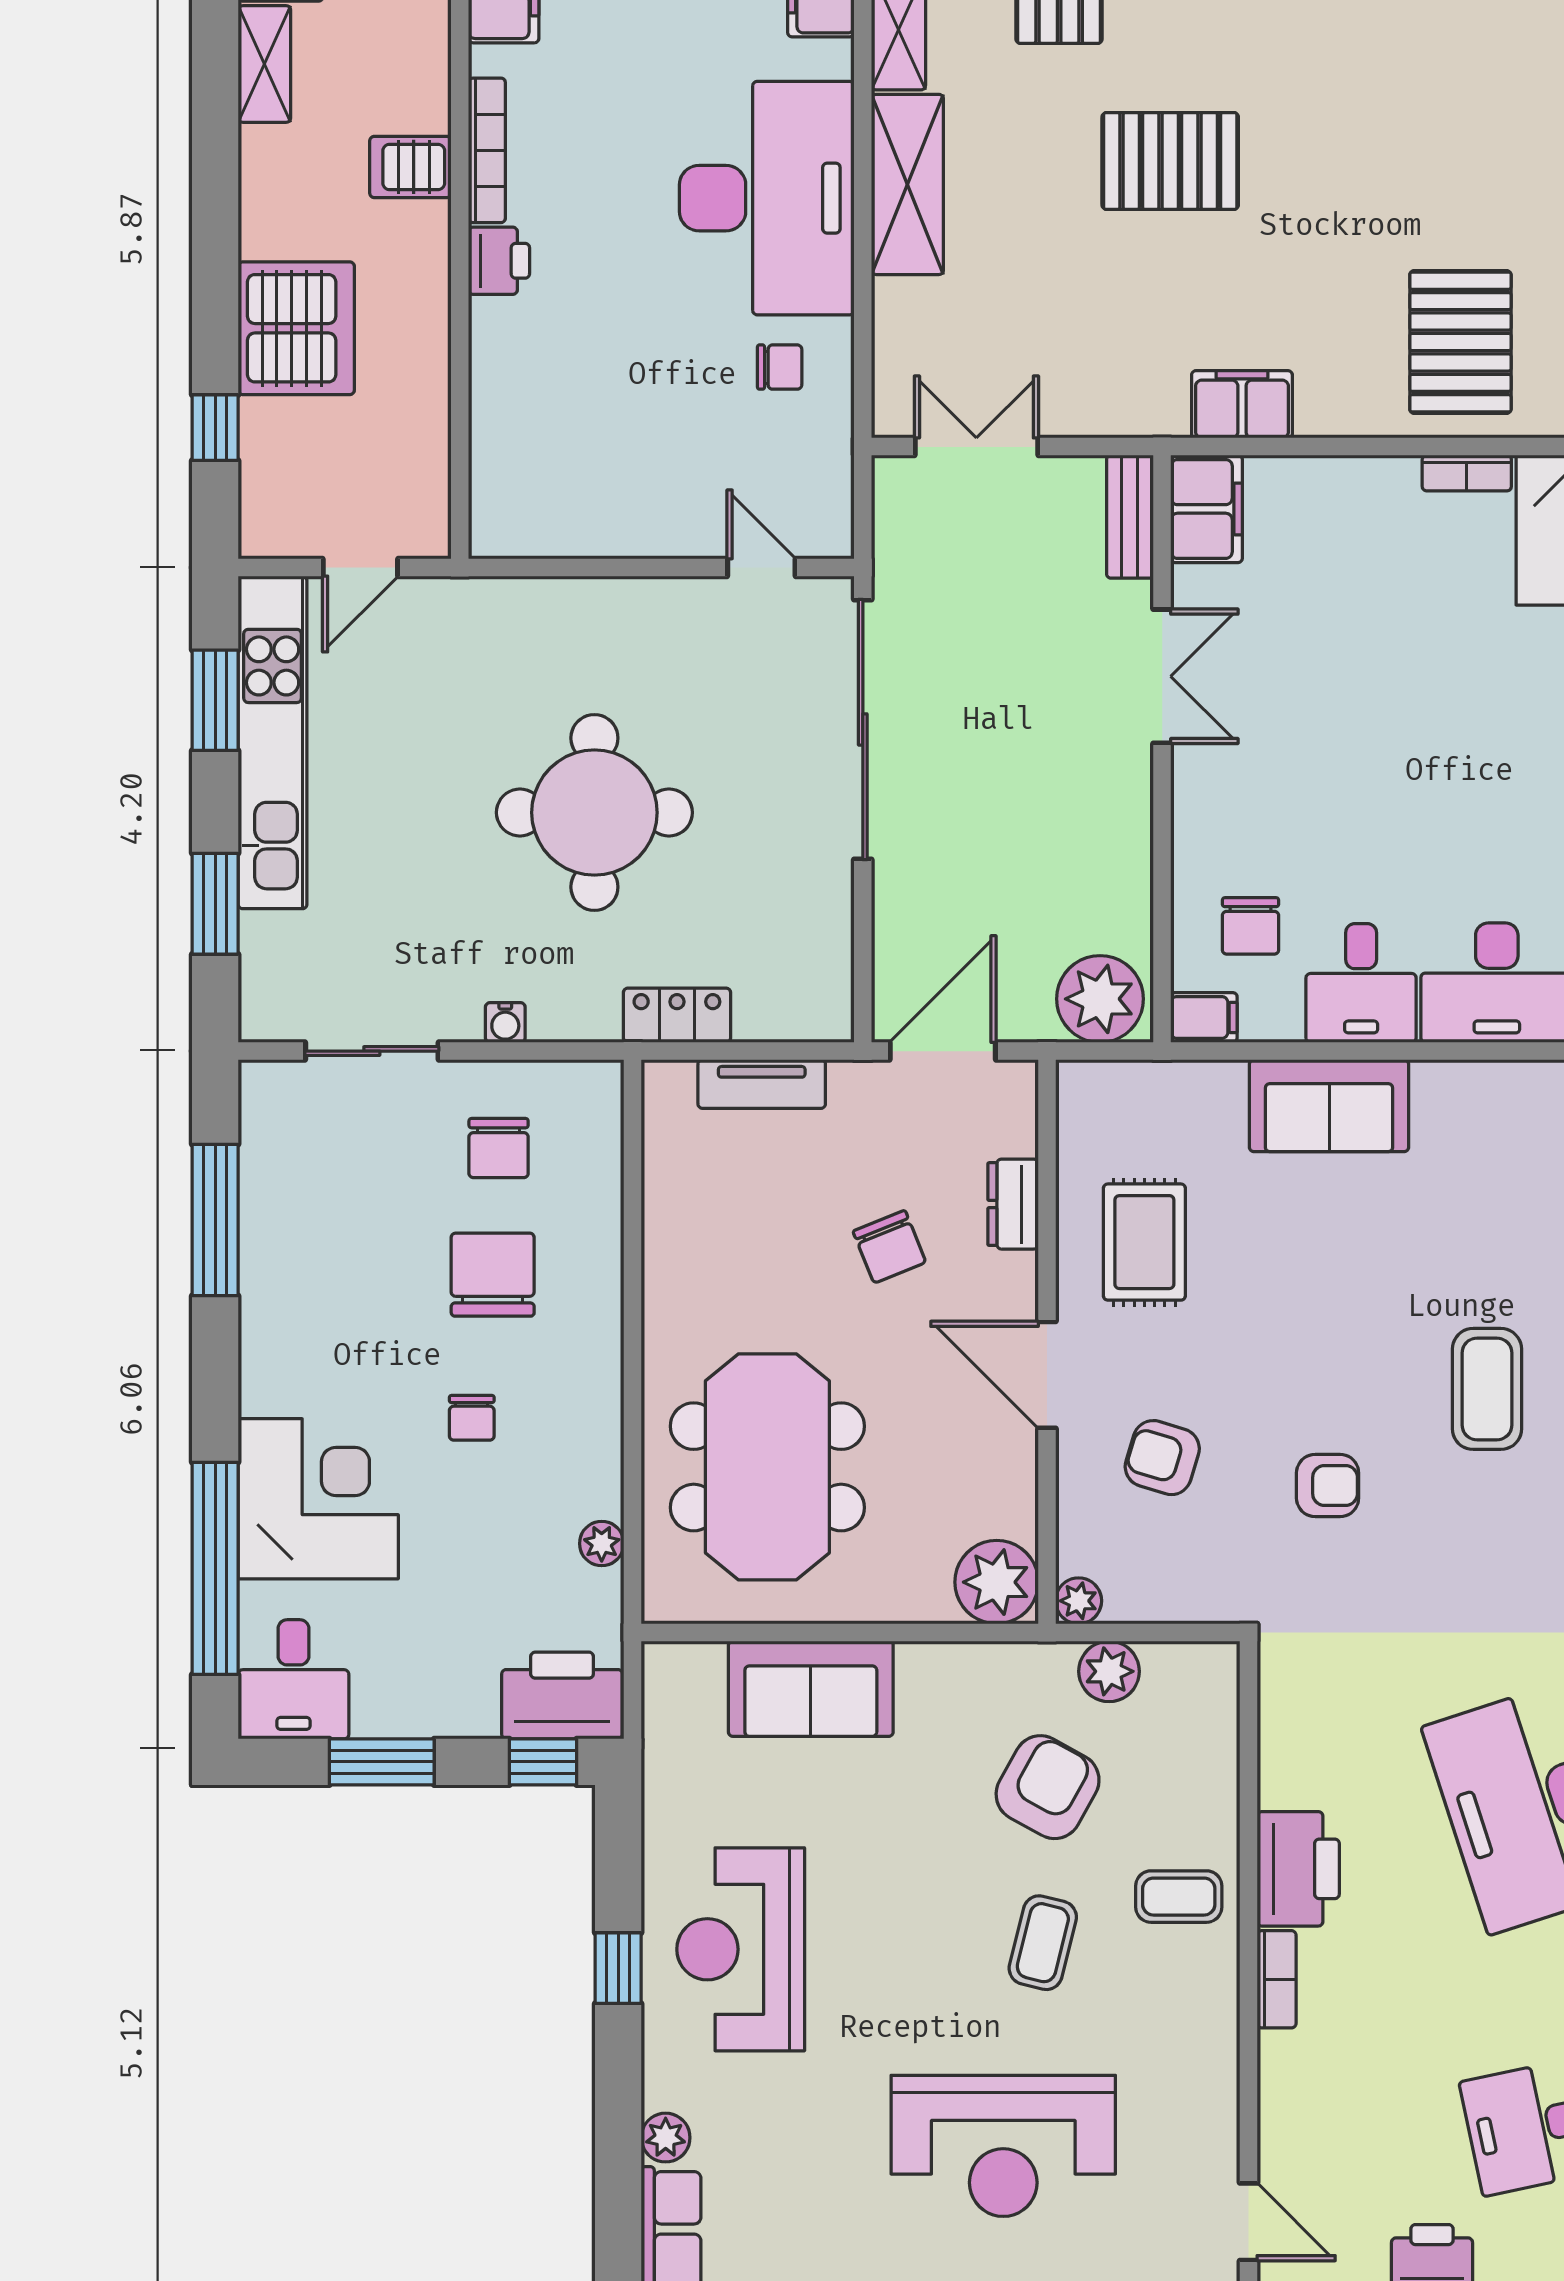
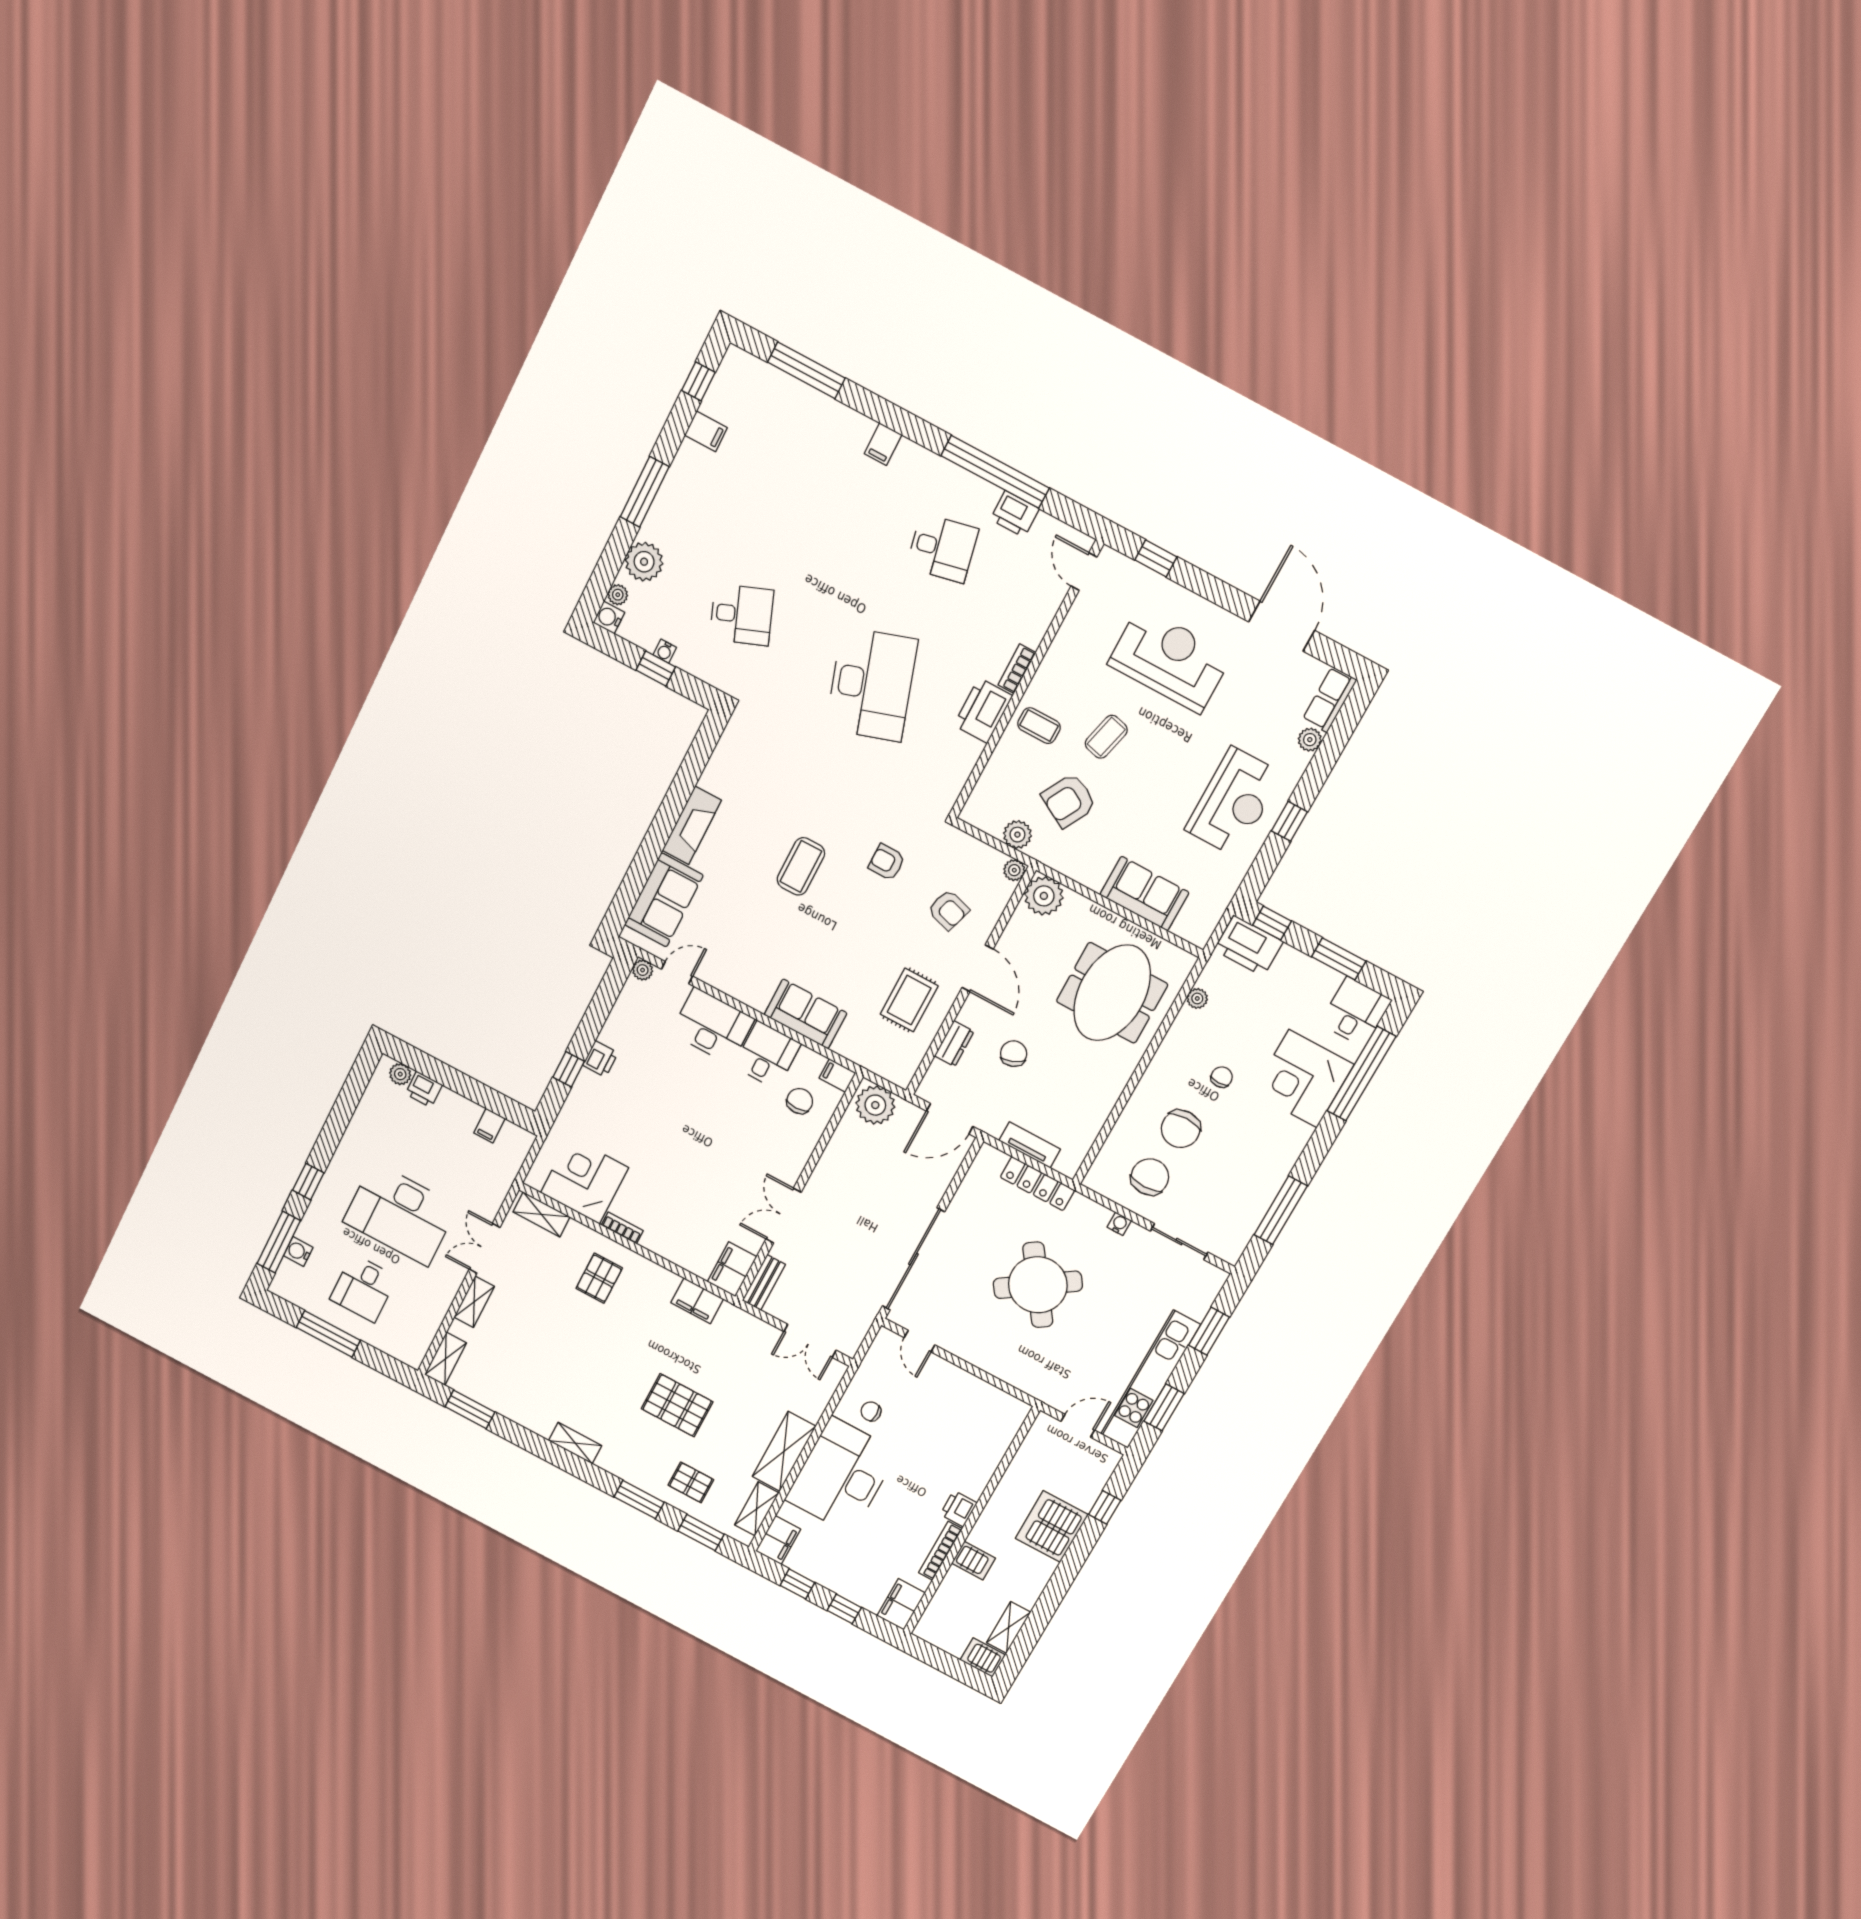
pallet: (1460, 342) -> (599, 1278), width x0.67, depth x0.71
round table: (594, 813) -> (1038, 1285), turned -35
locker: (677, 1015) -> (1037, 1184), width x1.53
chair: (499, 1148) -> (1150, 1177), width x1.37, depth x1.37

